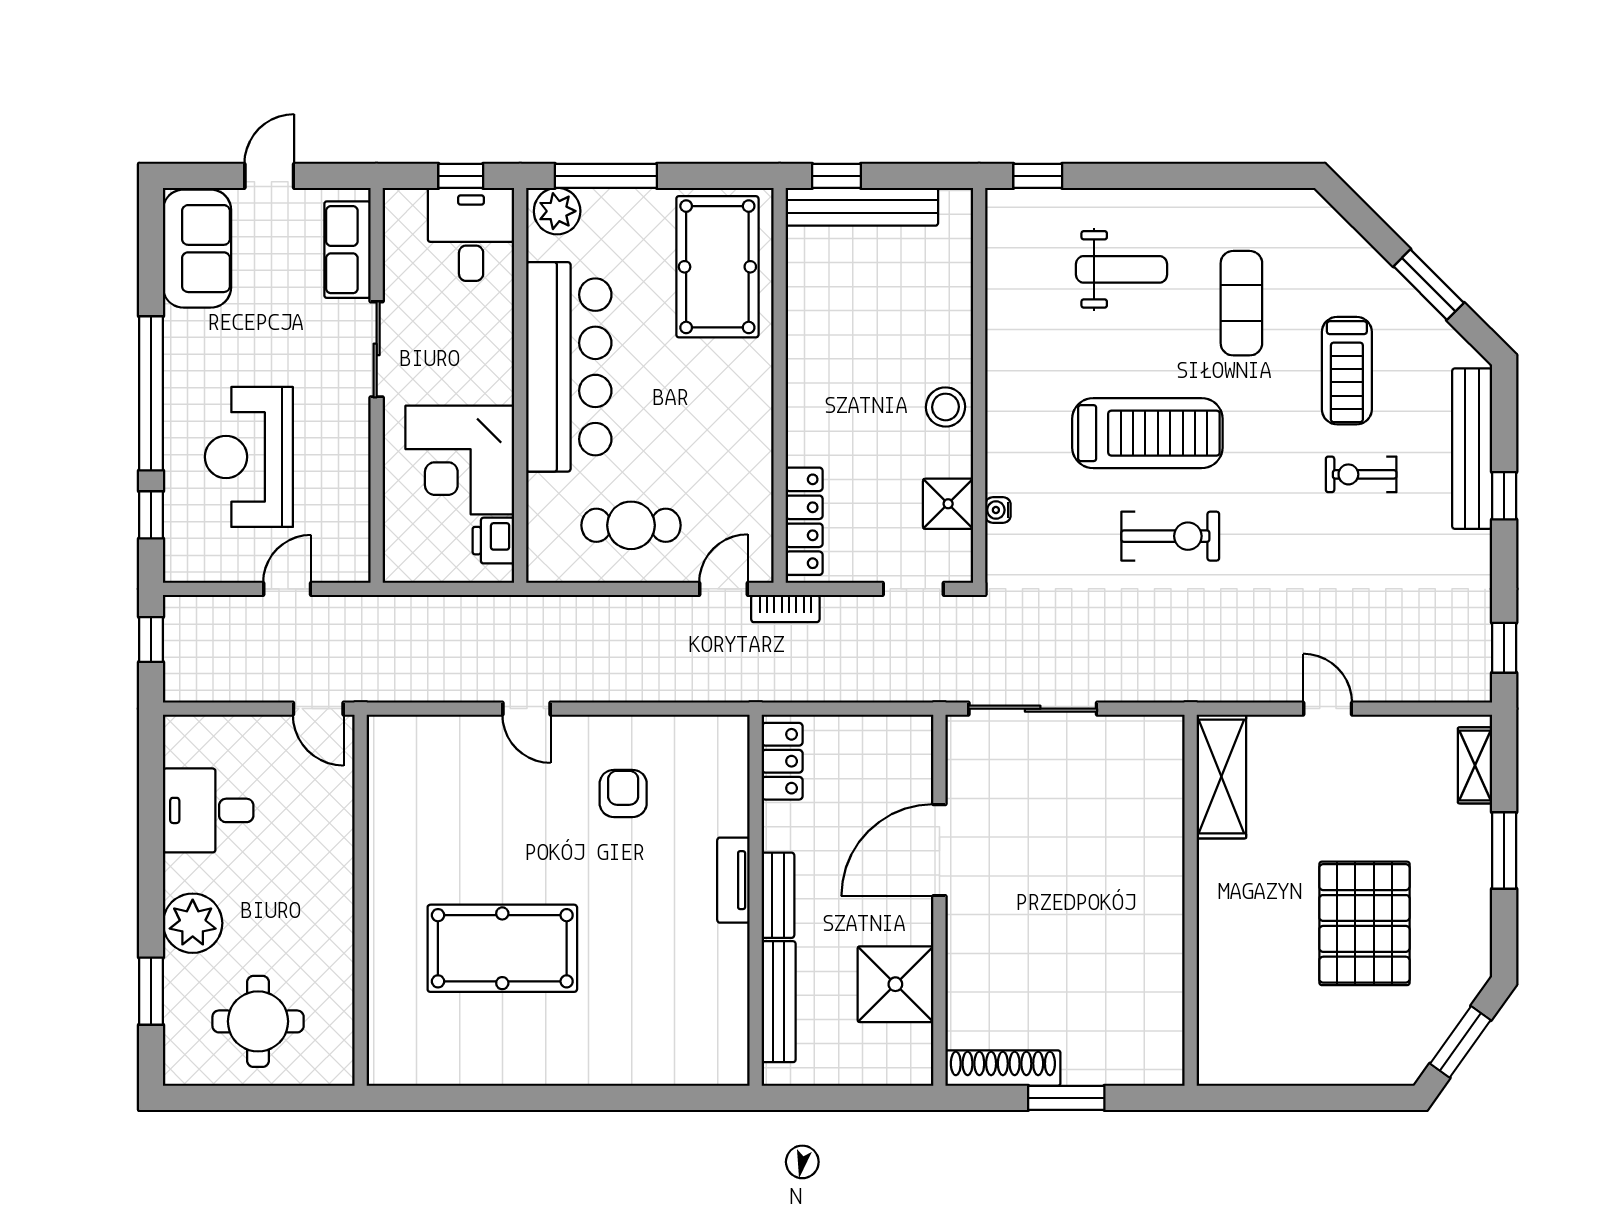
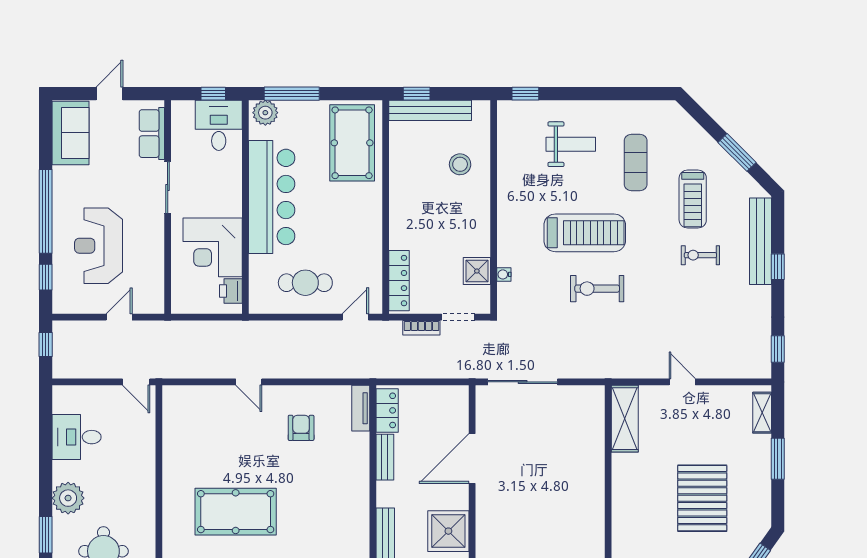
stool: (946, 407) -> (460, 164), moved
exercise bike: (1170, 536) -> (597, 289), turned 180
bookcase: (785, 609) -> (421, 328), moved
tv unit: (733, 880) -> (361, 408), moved
bench: (778, 895) -> (385, 457), moved

